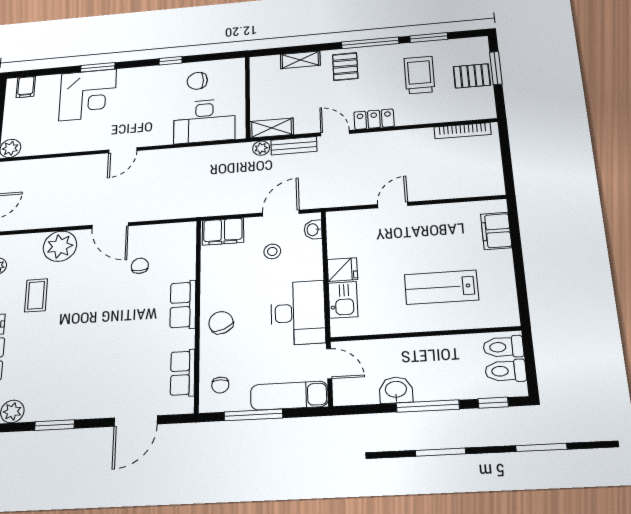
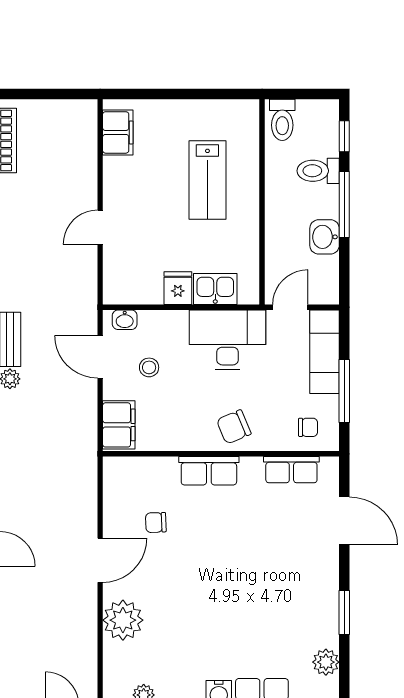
door: (393, 205) -> (100, 227), hinge flipped
filing cabinet: (496, 231) -> (118, 132), moved, turned -90
coffee table: (36, 295) -> (185, 645), removed
toilet: (506, 371) -> (318, 171), moved, turned 90

